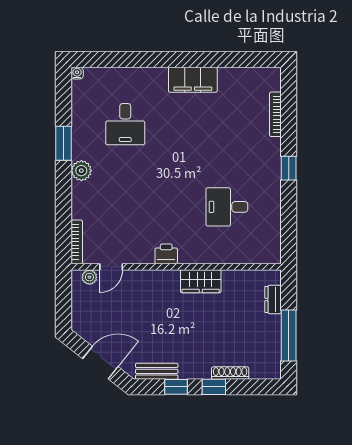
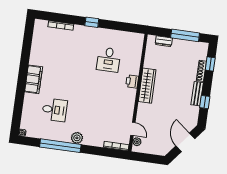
filing cabinet: (193, 80) -> (34, 79), moved
window: (63, 143) -> (60, 146), width x2.11
printer: (166, 254) -> (132, 81), moved
wardrobe: (201, 281) -> (147, 86), width x1.50
bench: (157, 371) -> (197, 94), moved
window: (214, 387) -> (210, 64), moved

